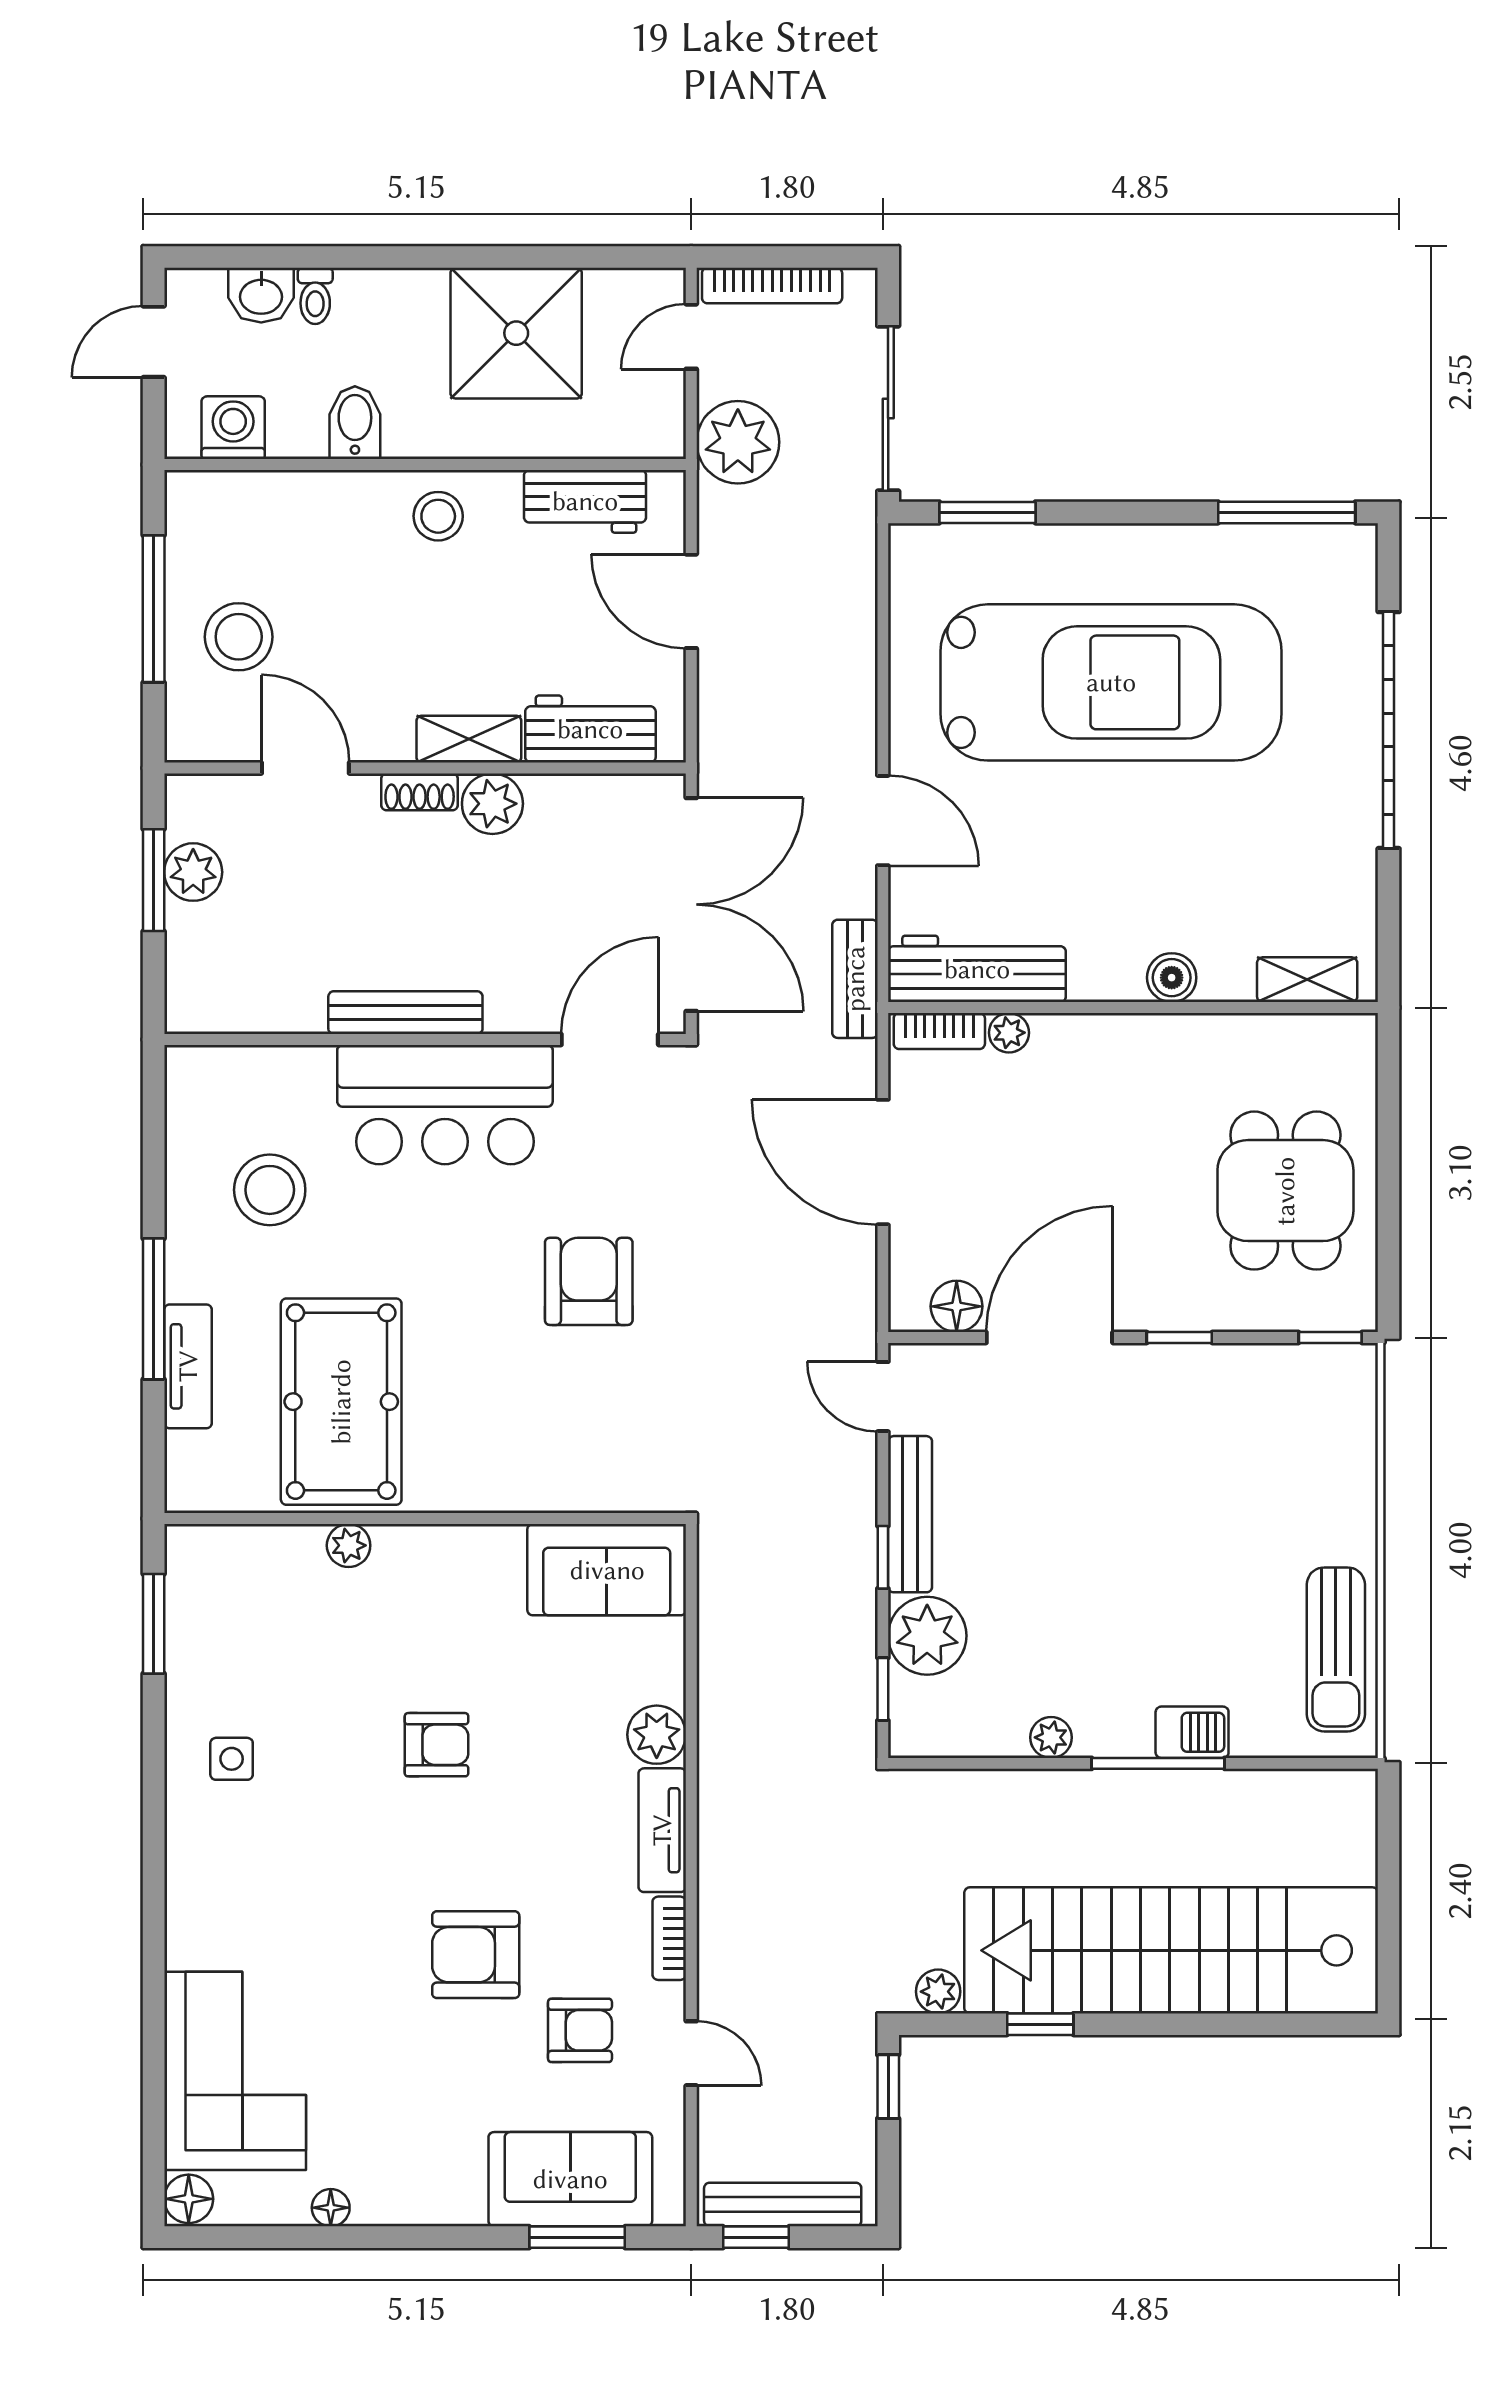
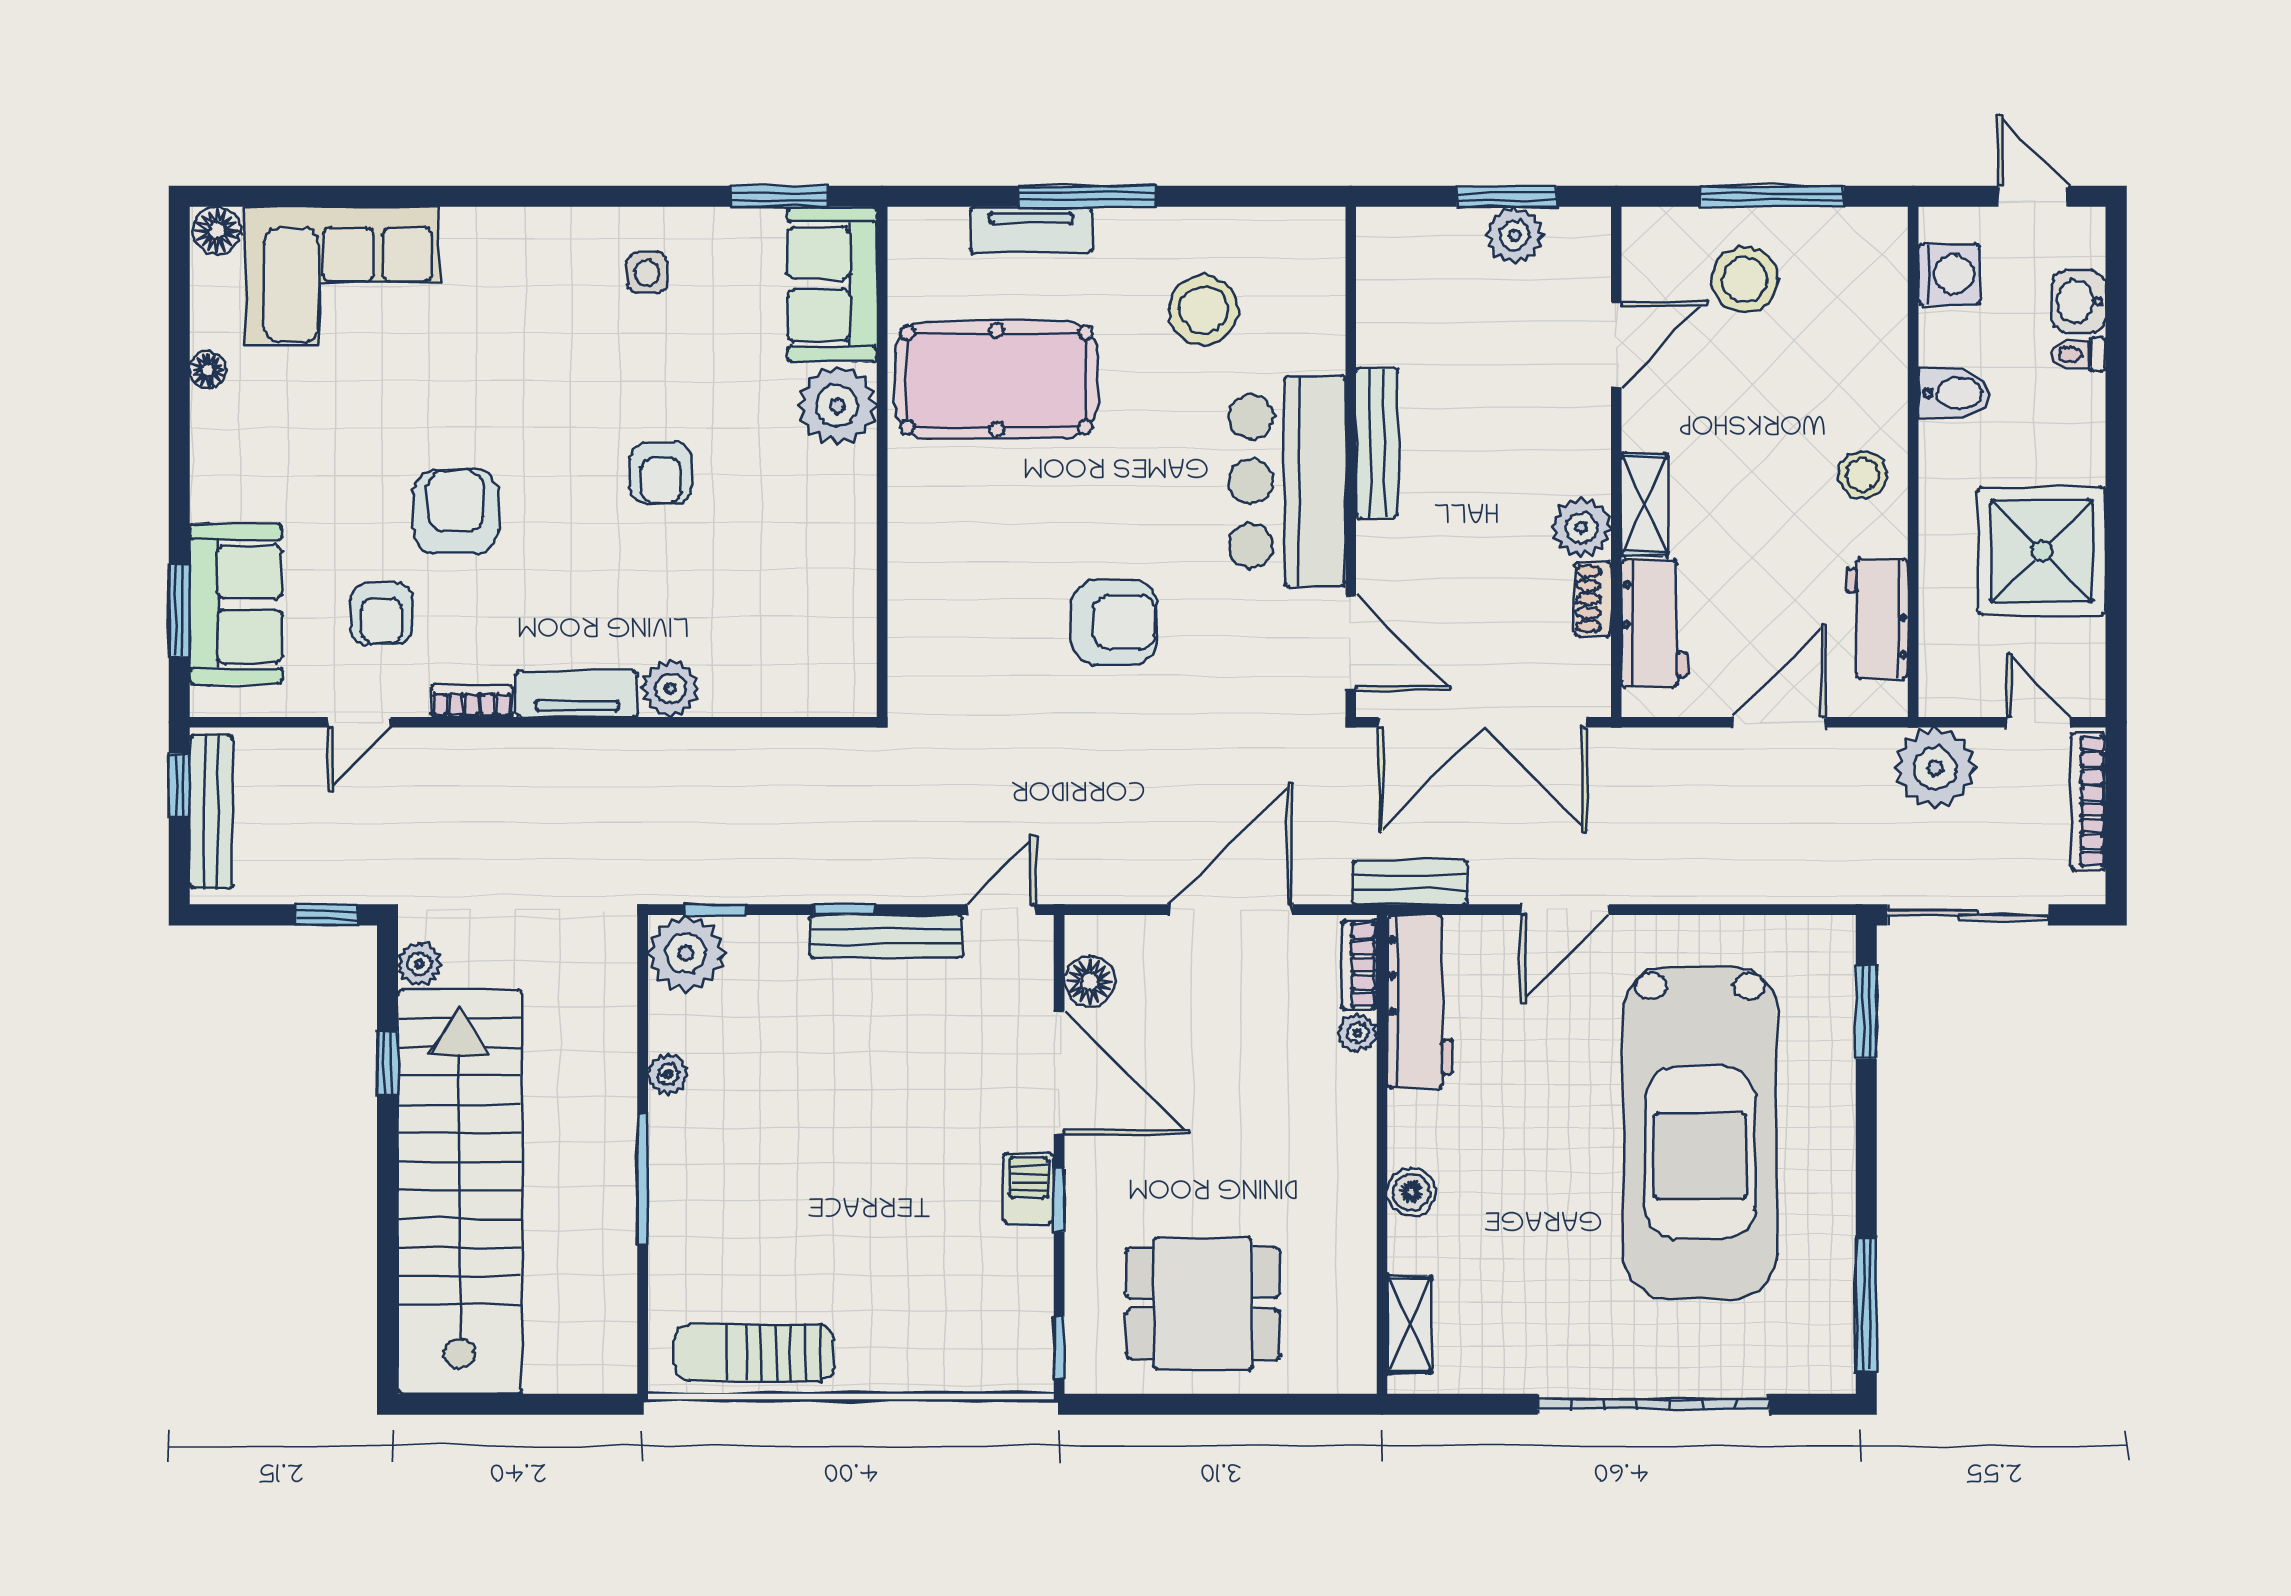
shoe rack: (420, 792) -> (1593, 599), moved
plant: (349, 1545) -> (837, 406), width x1.87, depth x1.87
sofa: (607, 1570) -> (832, 284), moved
plant: (927, 1636) -> (686, 953), moved
barbecue: (1192, 1732) -> (1029, 1188), moved, turned 180

